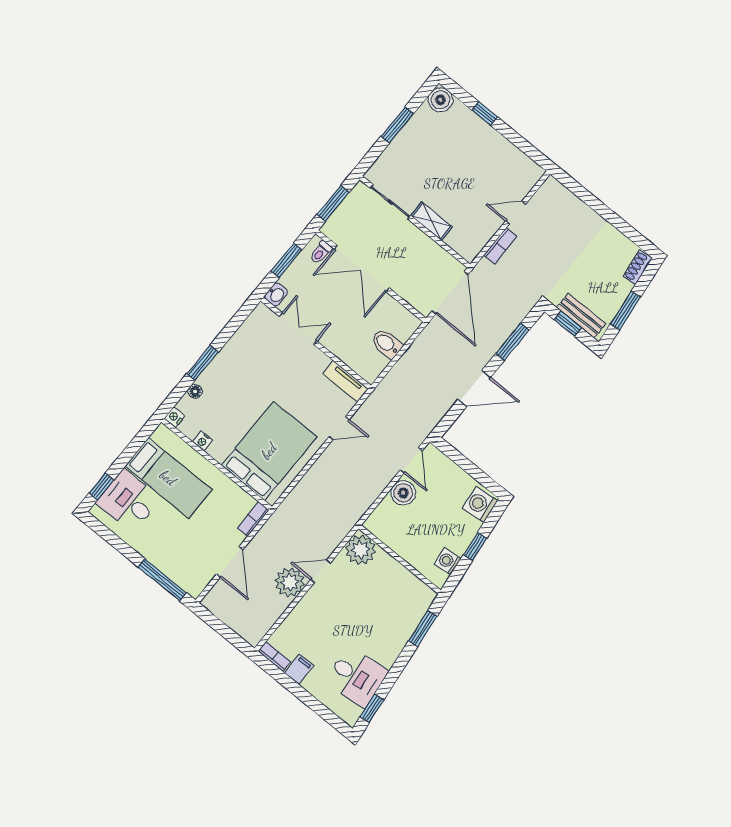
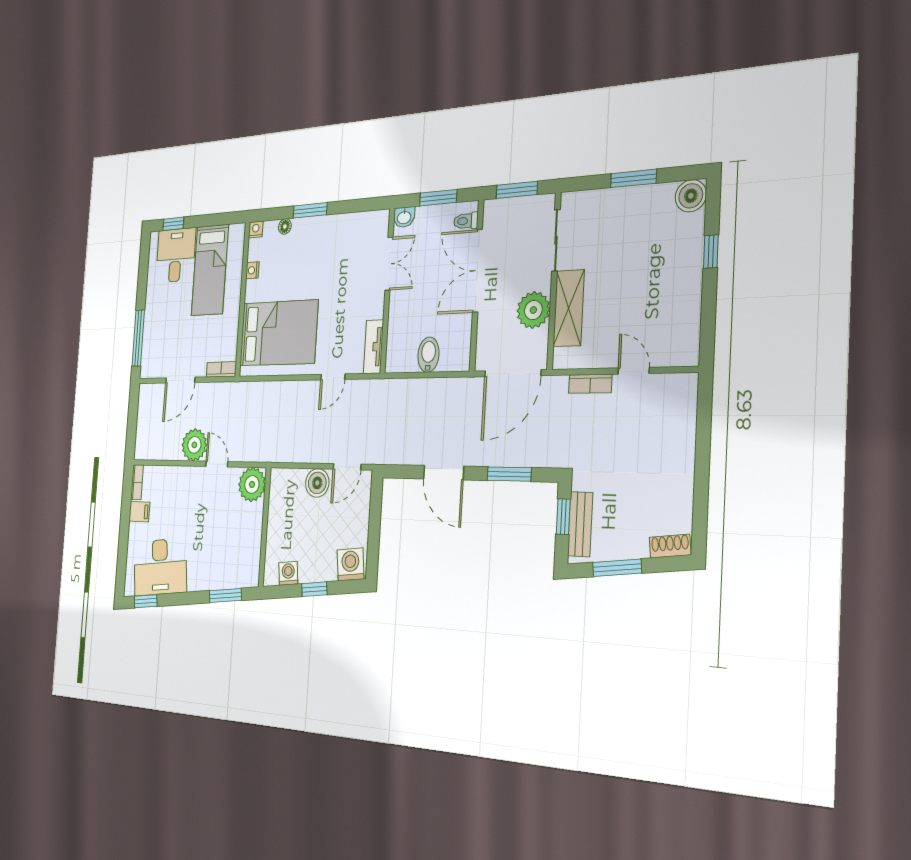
shelving: (432, 221) -> (569, 308), width x1.50, depth x1.33
plant: (422, 249) -> (533, 310), added
door: (339, 428) -> (333, 377), hinge flipped
desk: (356, 677) -> (160, 567), width x1.37

